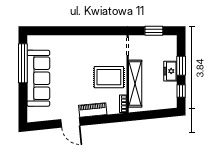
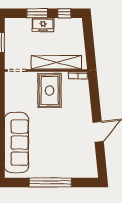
window: (23, 63) -> (50, 182), moved
sofa: (38, 78) -> (16, 143), moved, turned 90
piano: (93, 110) -> (85, 108), removed

